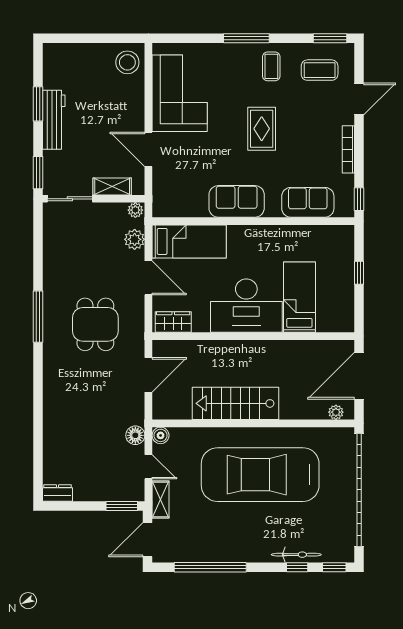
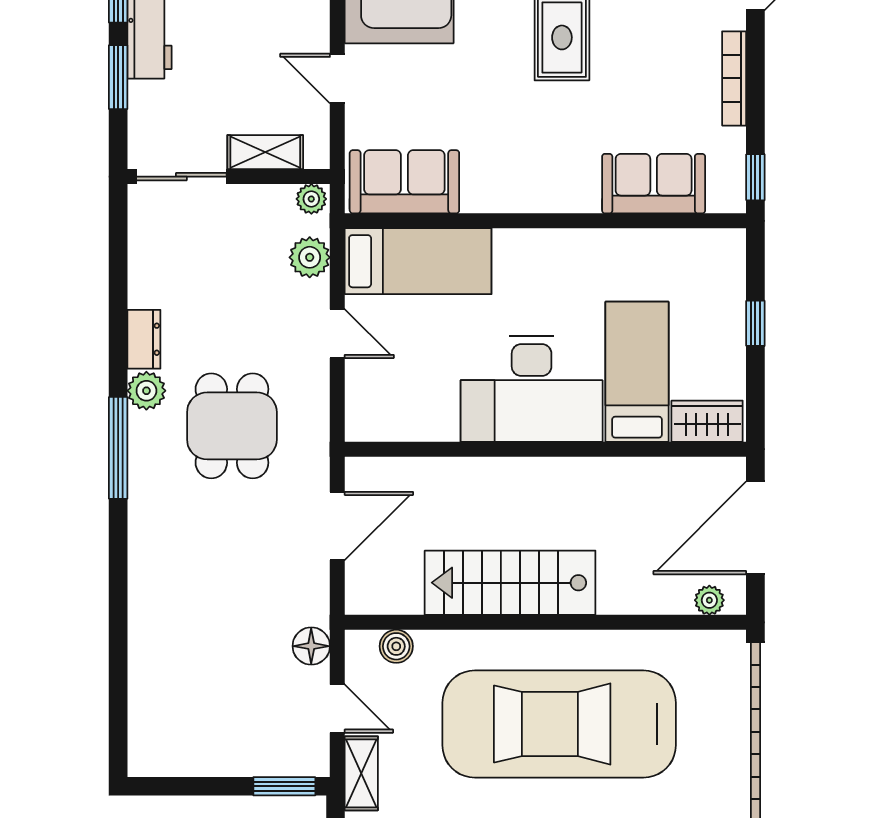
door: (148, 149) -> (337, 79), width x0.73
window: (38, 173) -> (118, 77), moved
sofa: (237, 201) -> (404, 182), moved
door: (148, 278) -> (337, 334), width x0.73
plant: (52, 307) -> (146, 391), added
window: (38, 317) -> (118, 448), moved
wardrobe: (173, 322) -> (707, 421), moved
boiler: (161, 435) -> (396, 646), moved
dresser: (57, 493) -> (144, 339), moved, turned 90

